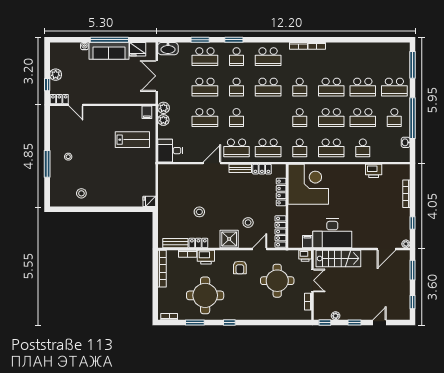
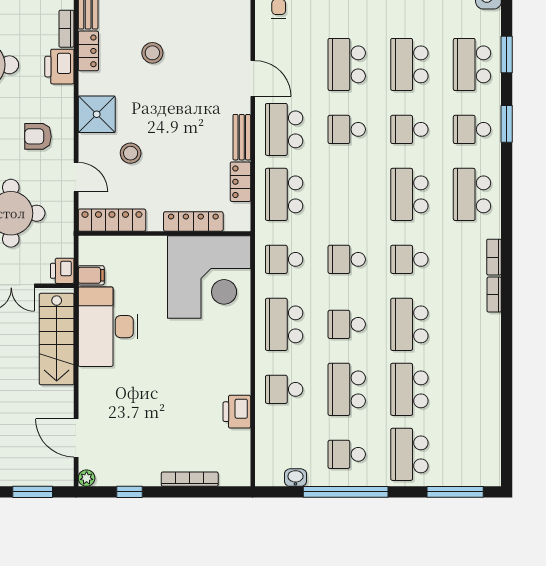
school desk: (331, 117) -> (347, 324), width x0.54

